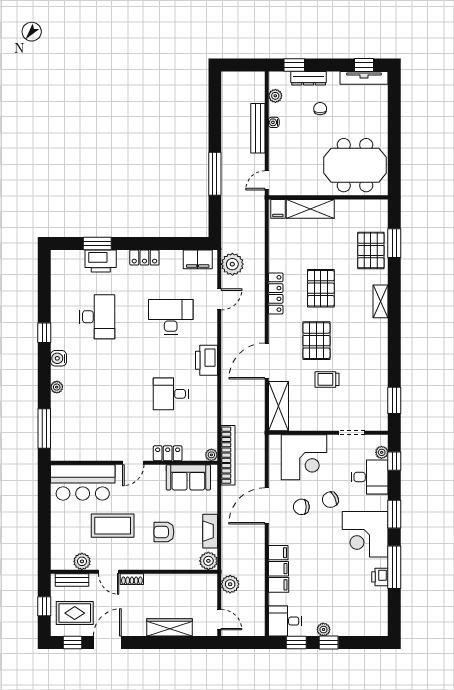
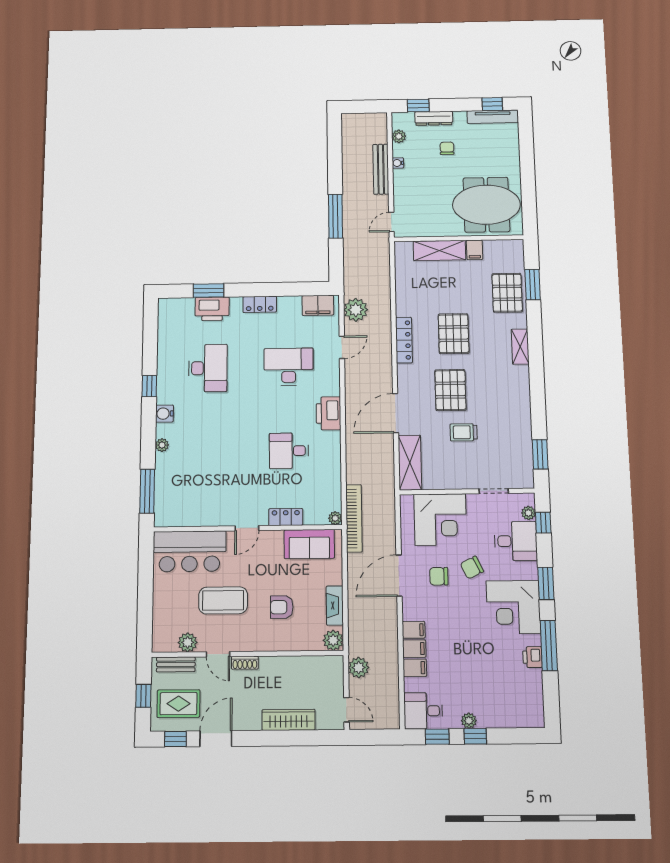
filing cabinet: (278, 209) -> (475, 250), moved

